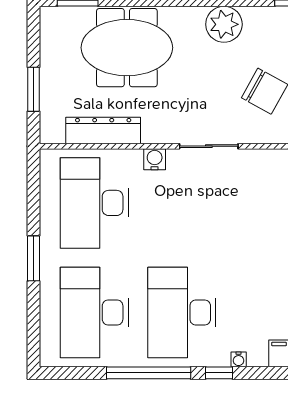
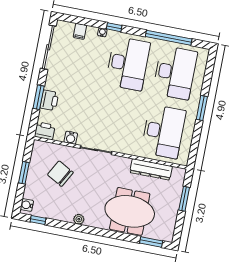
plant: (224, 24) -> (79, 219), width x0.53, depth x0.53
water cooler: (155, 159) -> (71, 138), moved
window: (149, 373) -> (169, 38), moved

